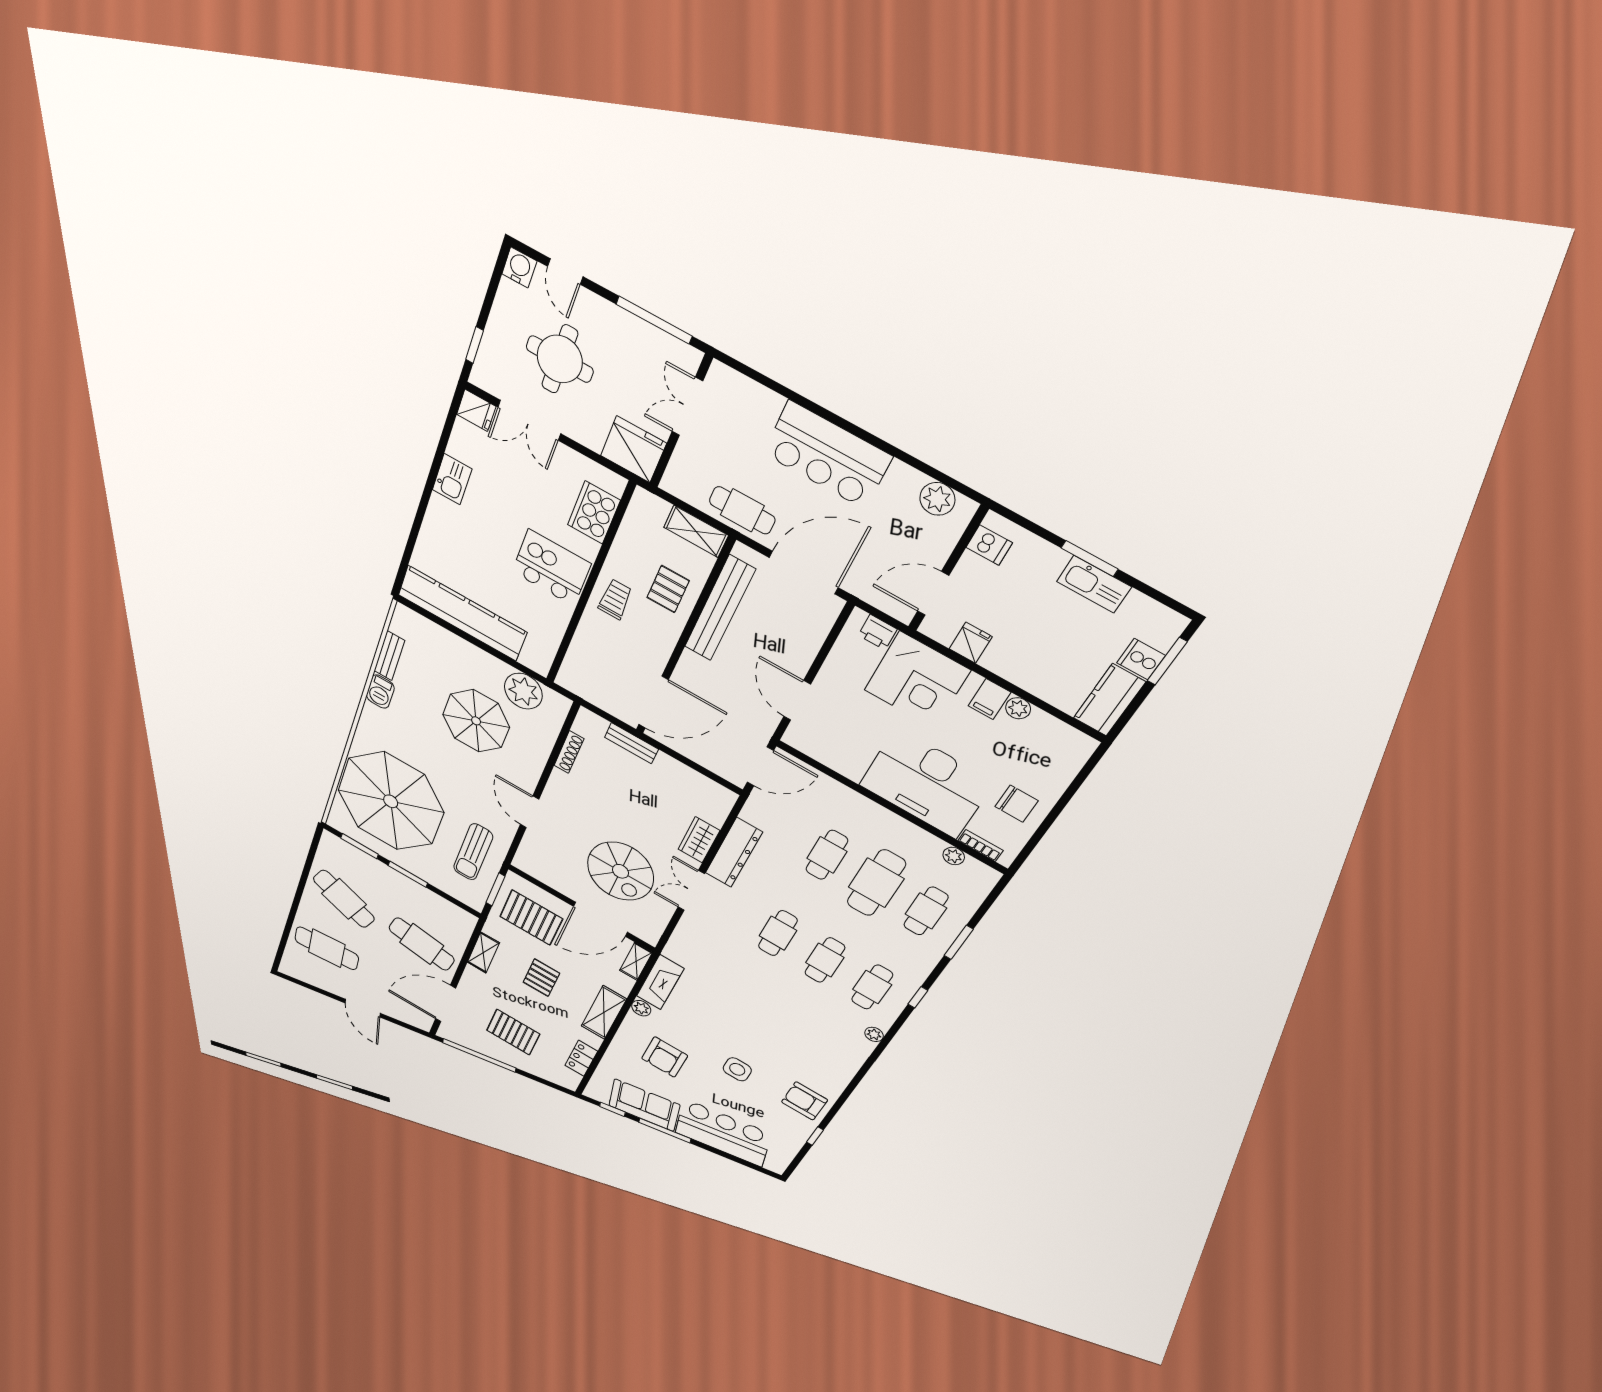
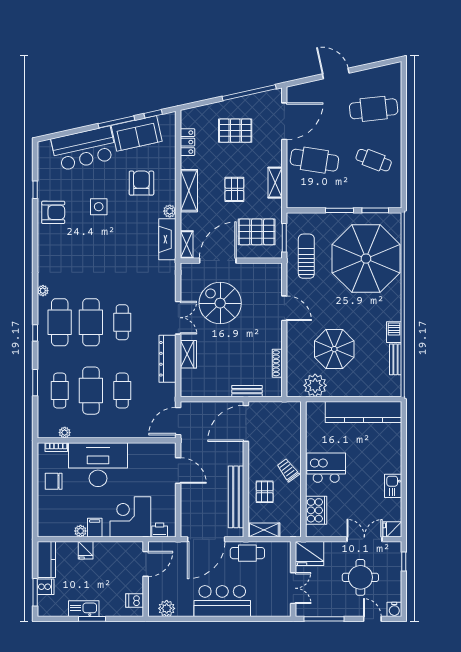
kitchen island: (551, 568) -> (326, 468), turned 180
trolley: (615, 599) -> (288, 470), turned 143
fridge: (971, 643) -> (86, 550), moved
cafe table: (344, 899) -> (374, 160), width x0.73, depth x0.74
cafe table: (825, 960) -> (91, 322), width x1.37, depth x1.35
cafe table: (872, 987) -> (60, 322), width x1.37, depth x1.35

